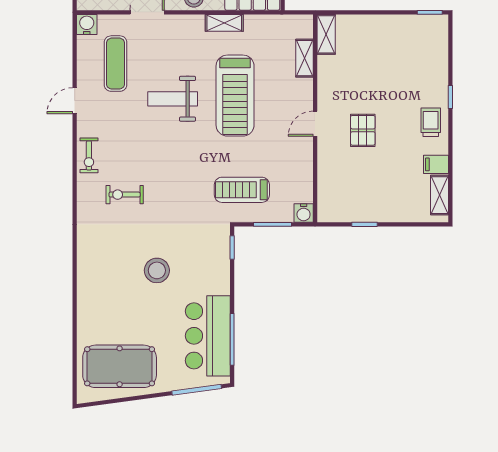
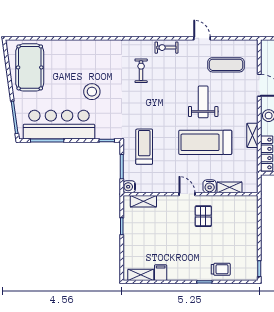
water cooler: (87, 24) -> (210, 186), moved, turned 90
shelving: (326, 34) -> (143, 201), moved
trolley: (431, 122) -> (221, 269), moved
pallet: (363, 130) -> (203, 216), moved, turned 90
bar counter: (208, 336) -> (59, 125), width x1.36

